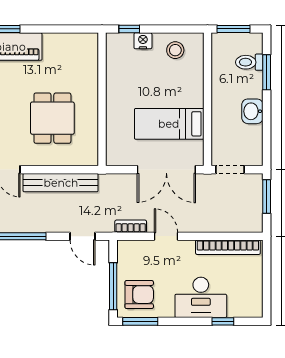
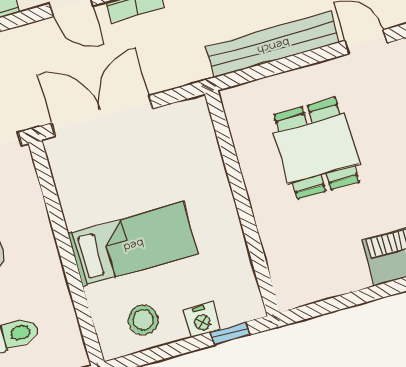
bed: (169, 124) -> (133, 244), moved

